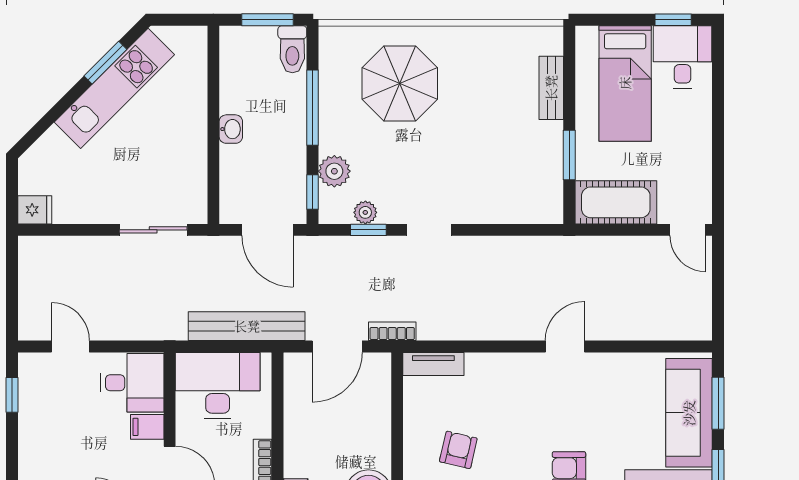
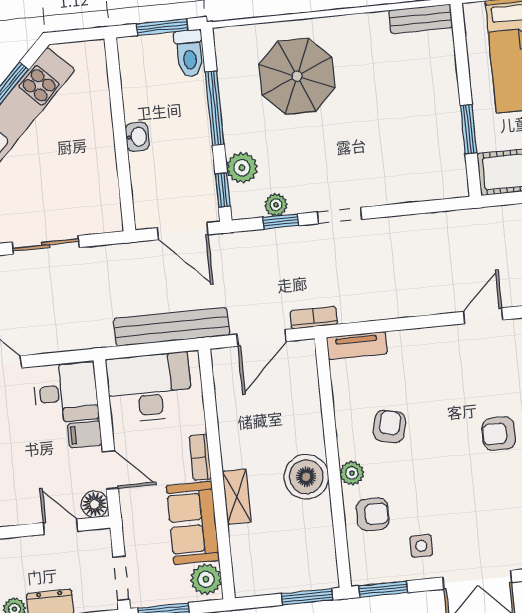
bench: (551, 88) -> (421, 19), moved, turned 90
sliding door: (153, 230) -> (46, 245), moved

